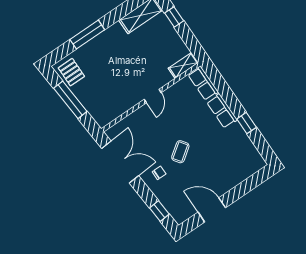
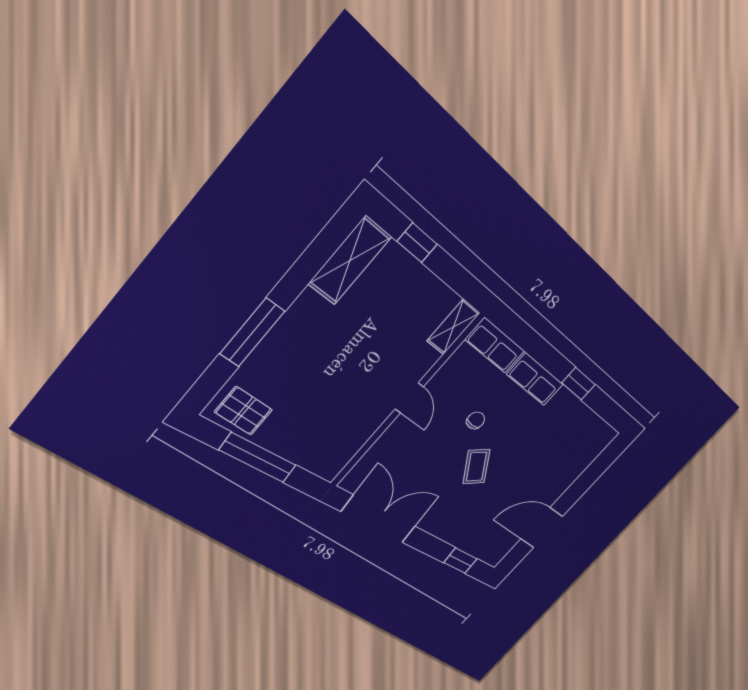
chair: (159, 173) -> (476, 420), moved

